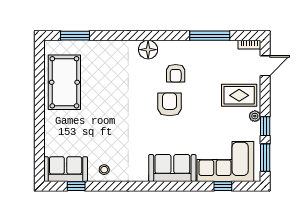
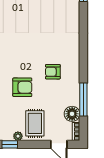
floor lamp: (148, 50) -> (72, 114), moved
armchair: (170, 104) -> (22, 87), moved

